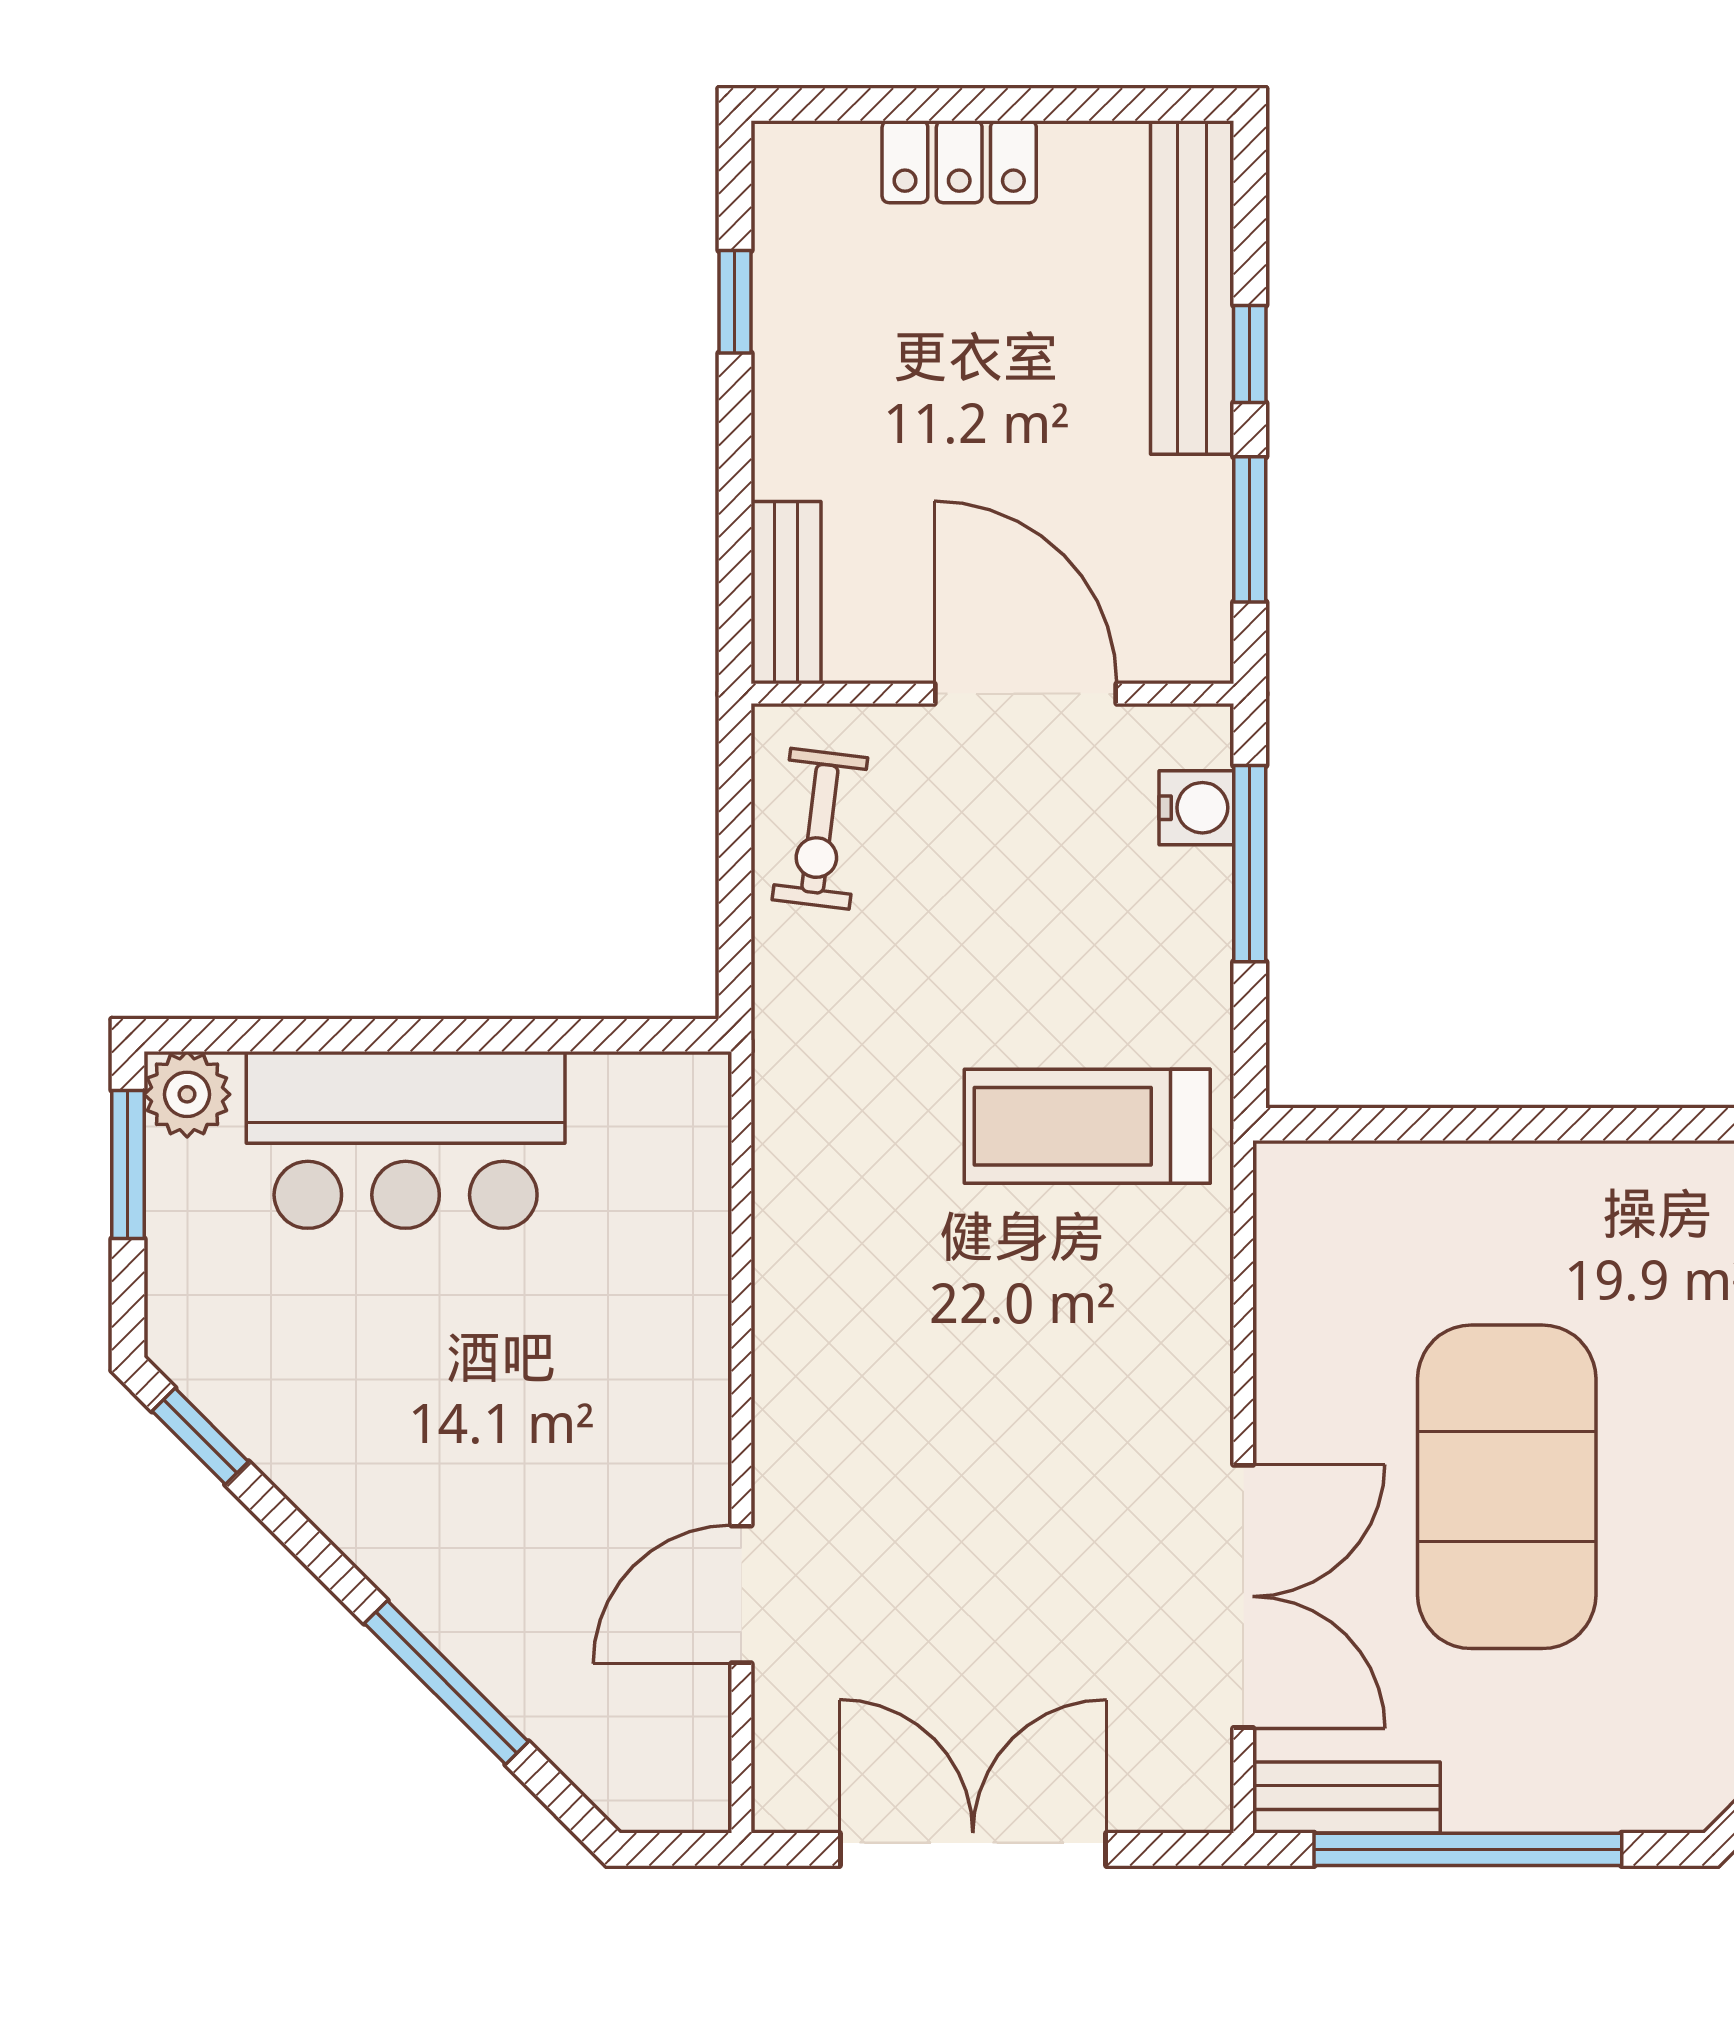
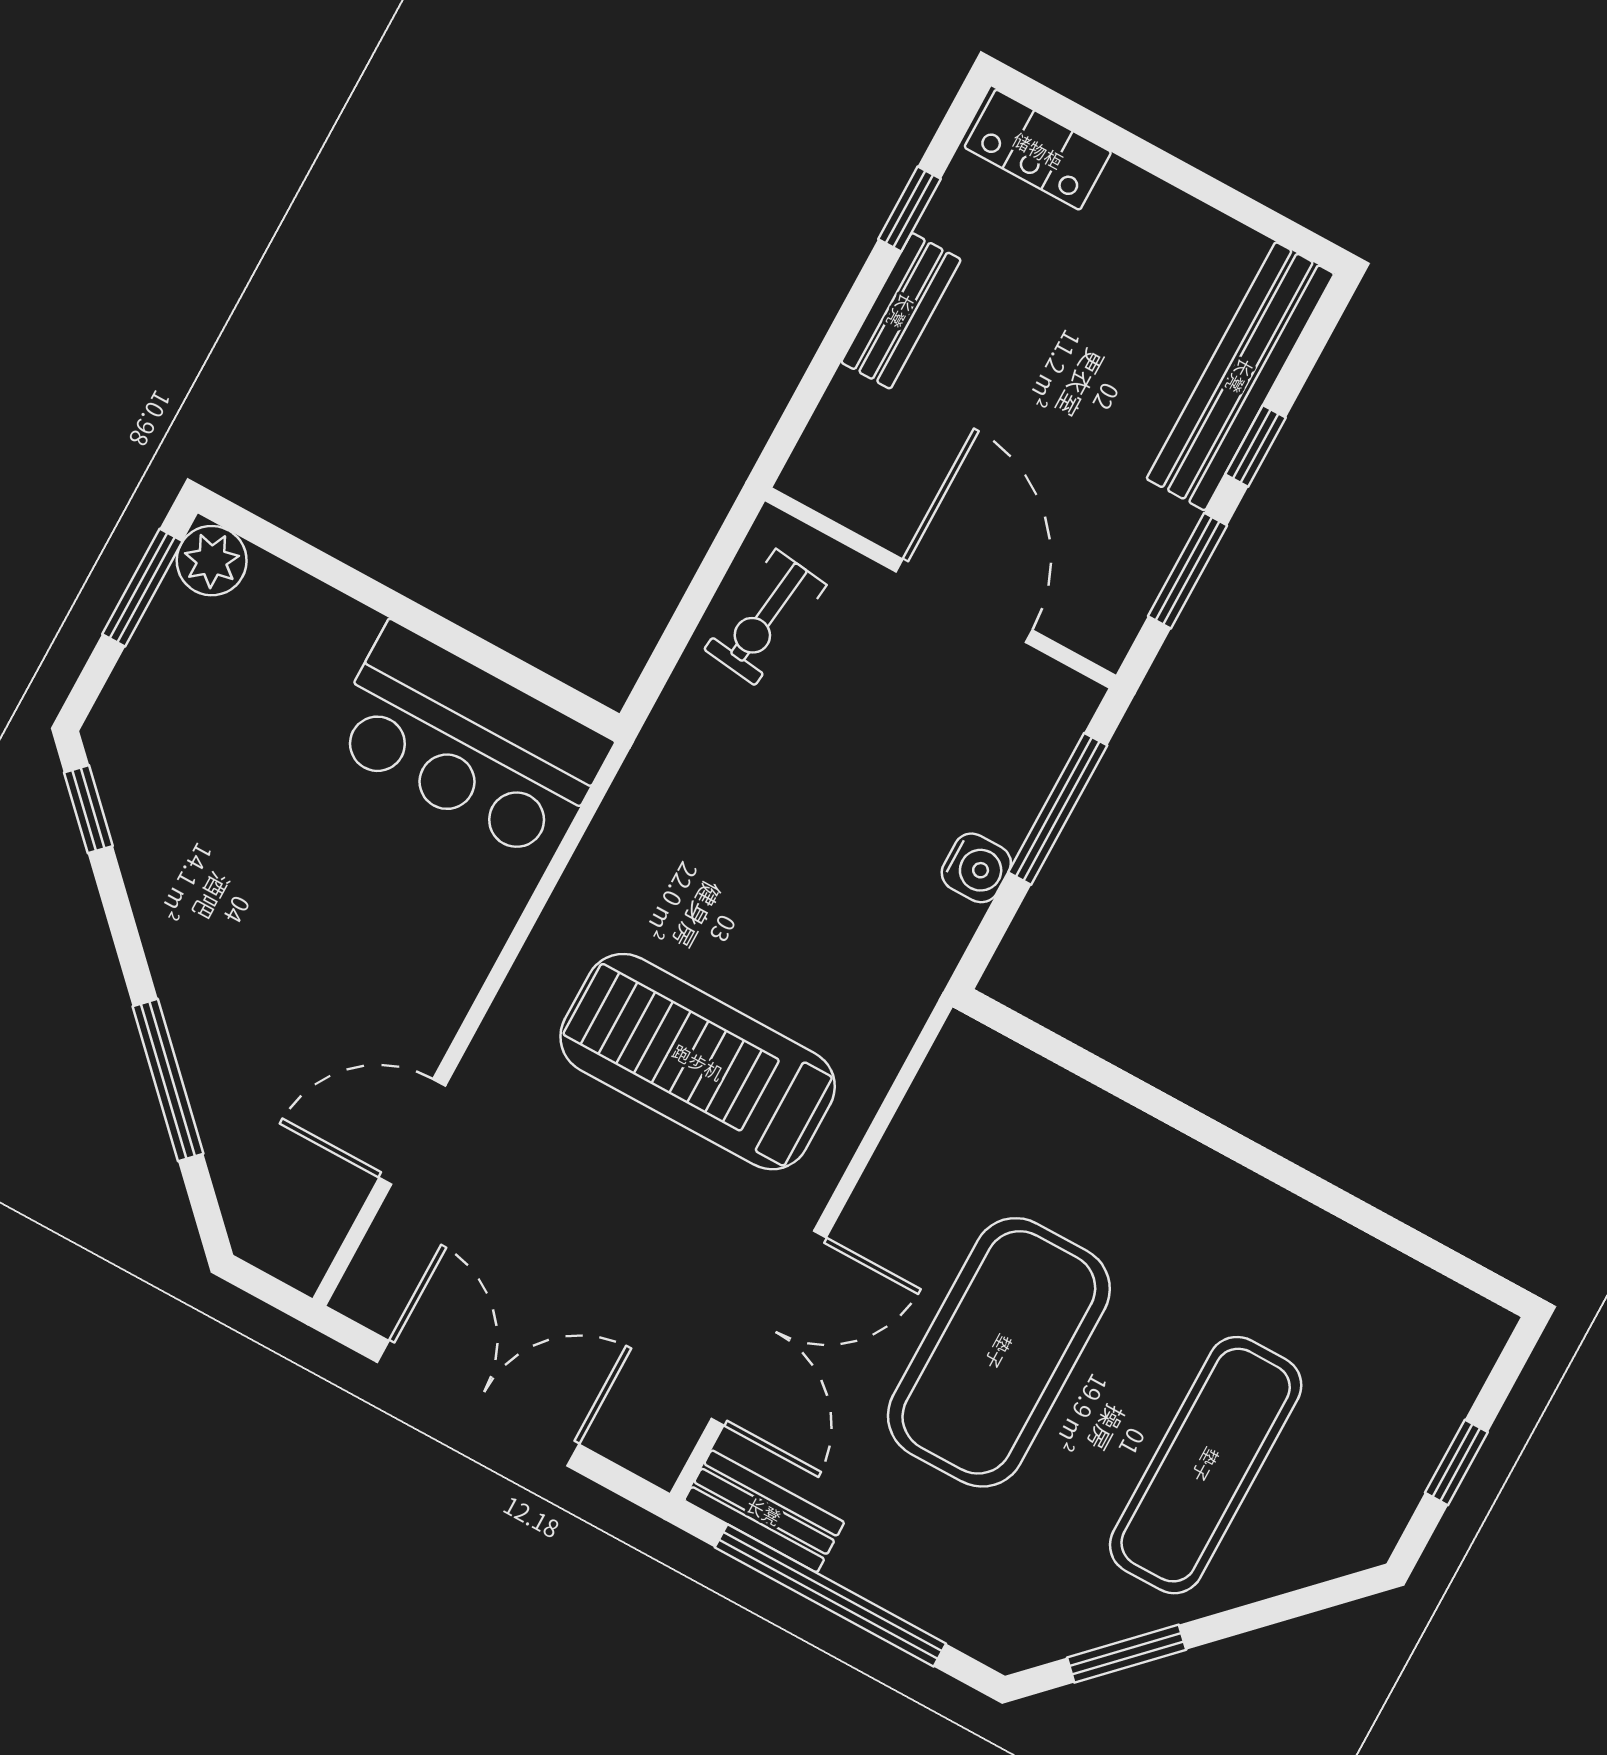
locker: (959, 162) -> (1038, 150), moved
bench: (786, 593) -> (901, 311), moved
water cooler: (1196, 808) -> (976, 868), moved
treadmill: (1087, 1126) -> (698, 1062), moved, width x1.37, depth x1.38
bar counter: (406, 1140) -> (468, 743), moved

